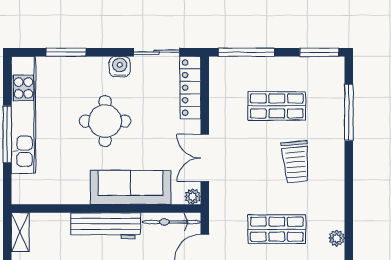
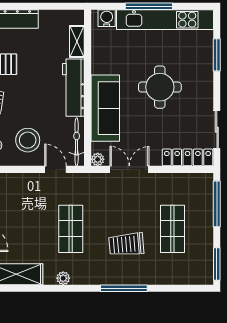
water cooler: (120, 67) -> (107, 18), moved, turned -90
window: (349, 112) -> (124, 288), moved
shelving: (20, 232) -> (77, 41), moved, turned 90

